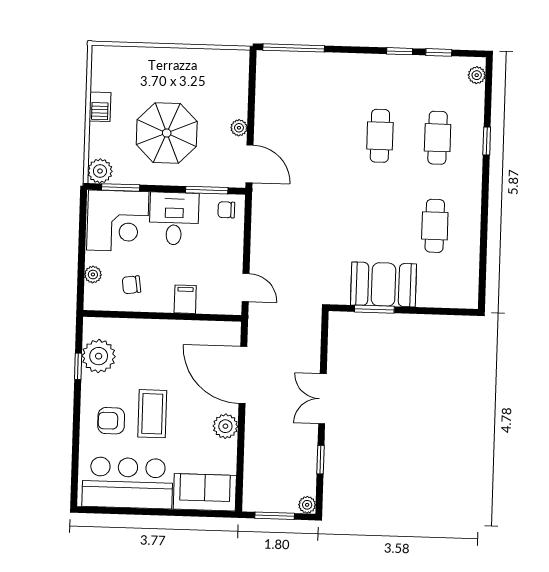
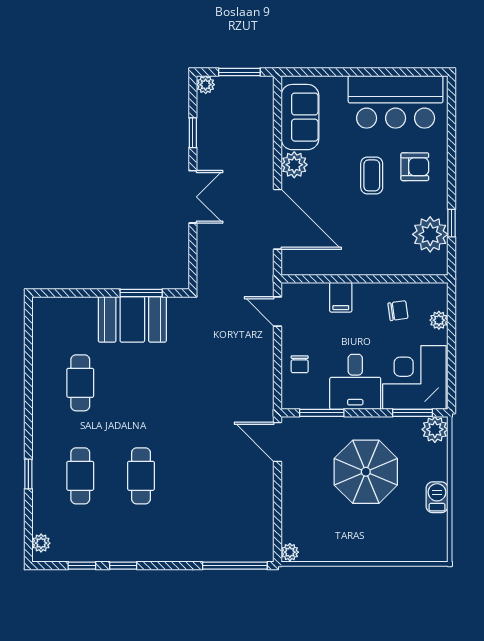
plant: (239, 128) -> (290, 552), moved
chair: (226, 210) -> (300, 364), moved, turned 90
coffee table: (152, 414) -> (372, 175), width x0.73, depth x0.77
sofa: (205, 492) -> (300, 117), moved, turned -90

